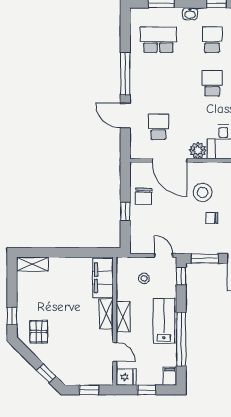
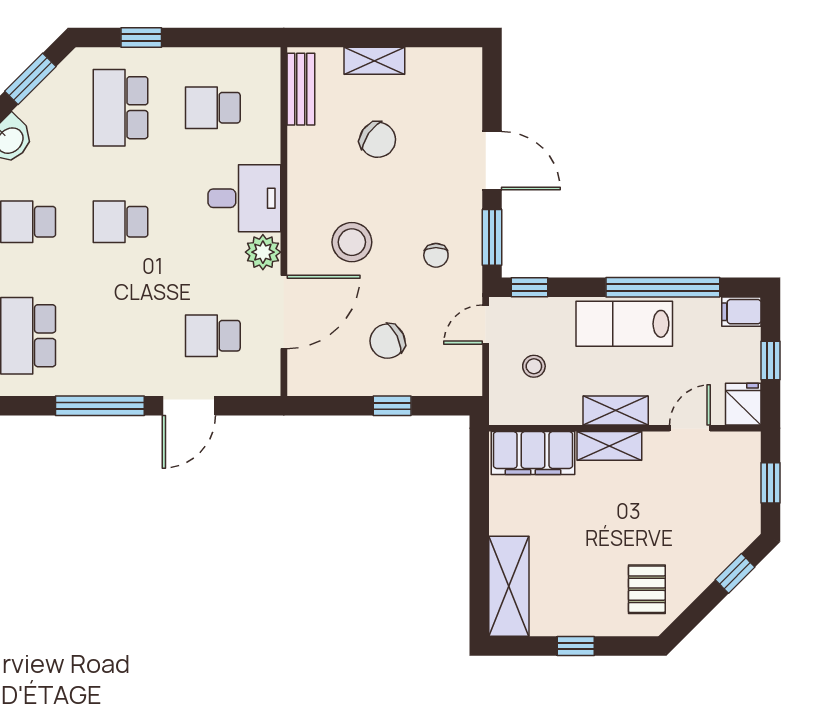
chair: (144, 196) -> (387, 341), moved, turned 152
chair: (212, 218) -> (436, 255), moved
shelving: (32, 264) -> (509, 586), width x1.50, depth x1.33
window: (12, 316) -> (576, 646), moved
pallet: (39, 332) -> (647, 589), turned 90

